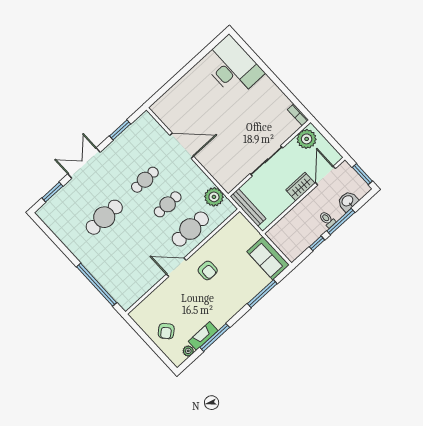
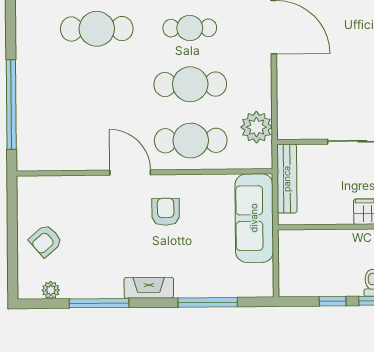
cafe table: (168, 204) -> (190, 84), width x1.37, depth x1.35
sofa: (268, 258) -> (254, 218), moved, width x1.36
armchair: (208, 270) -> (166, 212), turned 180
fireplace: (203, 336) -> (149, 288), moved

